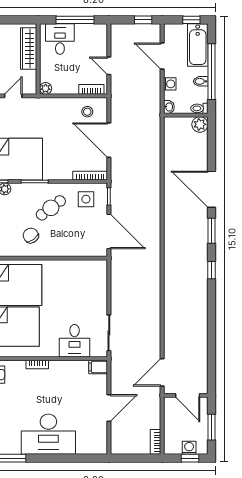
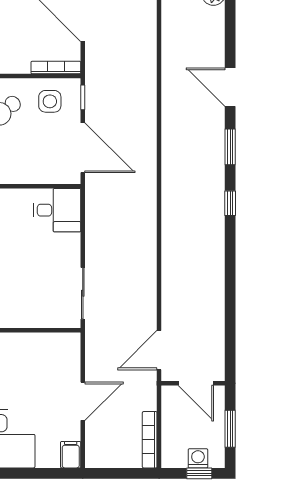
door: (211, 189) -> (230, 87), width x0.73
desk: (75, 341) -> (57, 210), moved, turned -90
filing cabinet: (98, 367) -> (71, 455), moved, turned 90
bookcase: (156, 442) -> (150, 440), width x1.56

